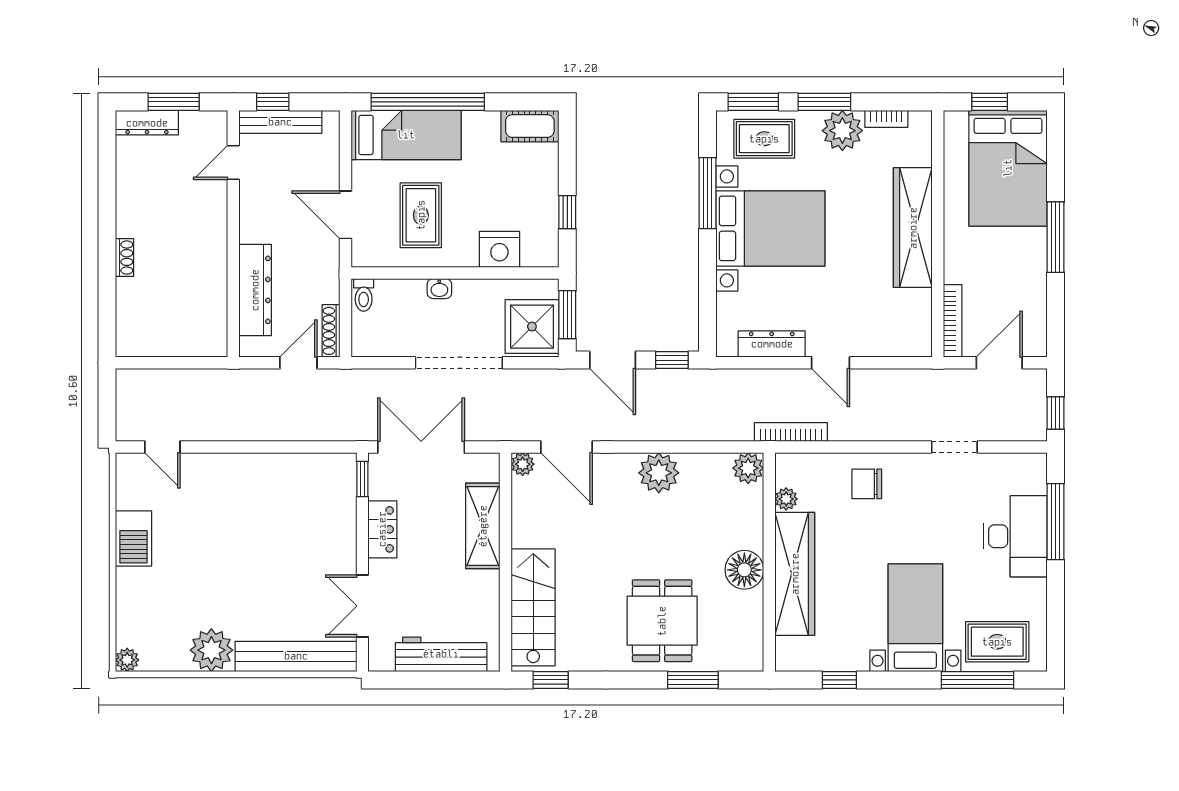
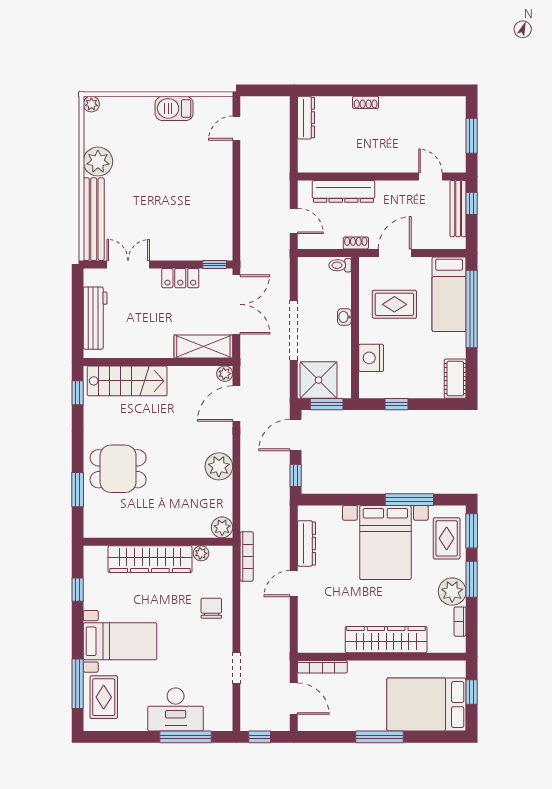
dresser: (147, 123) -> (306, 118), moved, turned 180
shoe rack: (331, 331) -> (356, 243), moved, width x0.70
shelving: (483, 526) -> (203, 346), moved
floor lamp: (744, 570) -> (153, 525), removed

